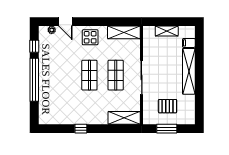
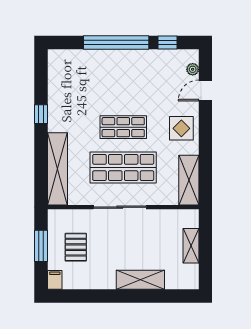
filing cabinet: (189, 43) -> (55, 280), moved
shelving: (189, 71) -> (140, 280), width x0.68
shop shelf: (116, 75) -> (123, 167), width x1.43, depth x1.36
shelving: (124, 118) -> (58, 169), width x1.47

